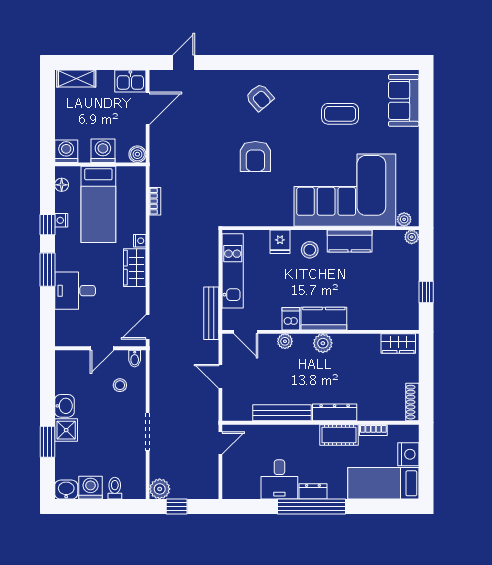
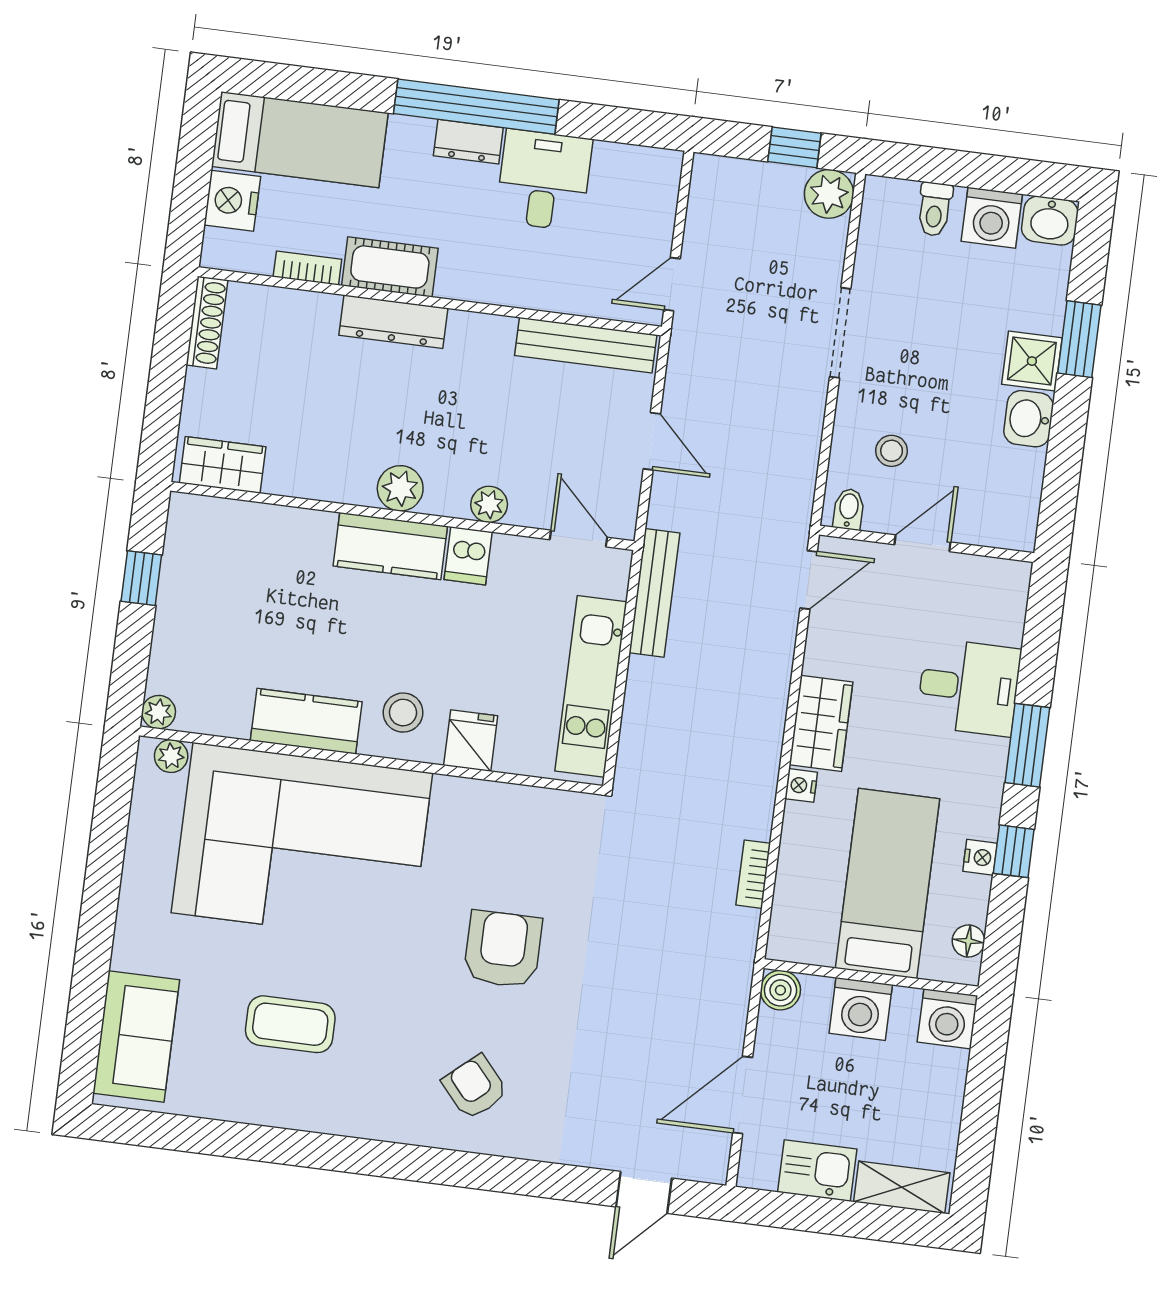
kitchen sink: (130, 81) -> (817, 1171), moved
bench: (282, 413) -> (586, 345), moved

